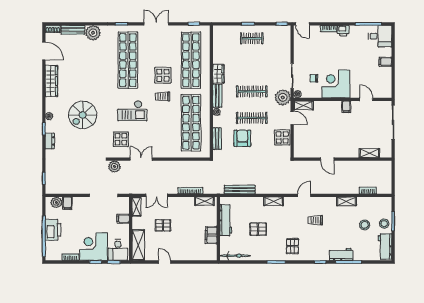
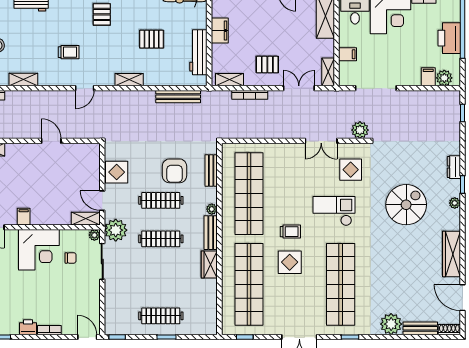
clothes rail: (252, 38) -> (161, 316), width x1.36
pallet: (163, 225) -> (267, 65), moved

